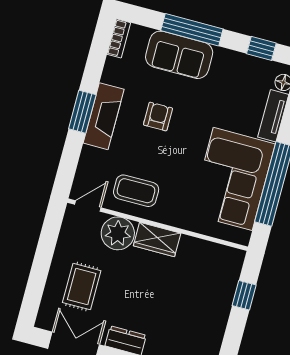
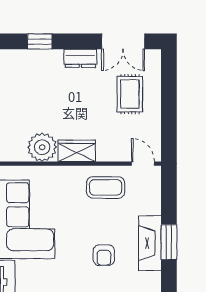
door: (88, 206) -> (143, 164), swing flipped
plant: (118, 233) -> (42, 147), moved

